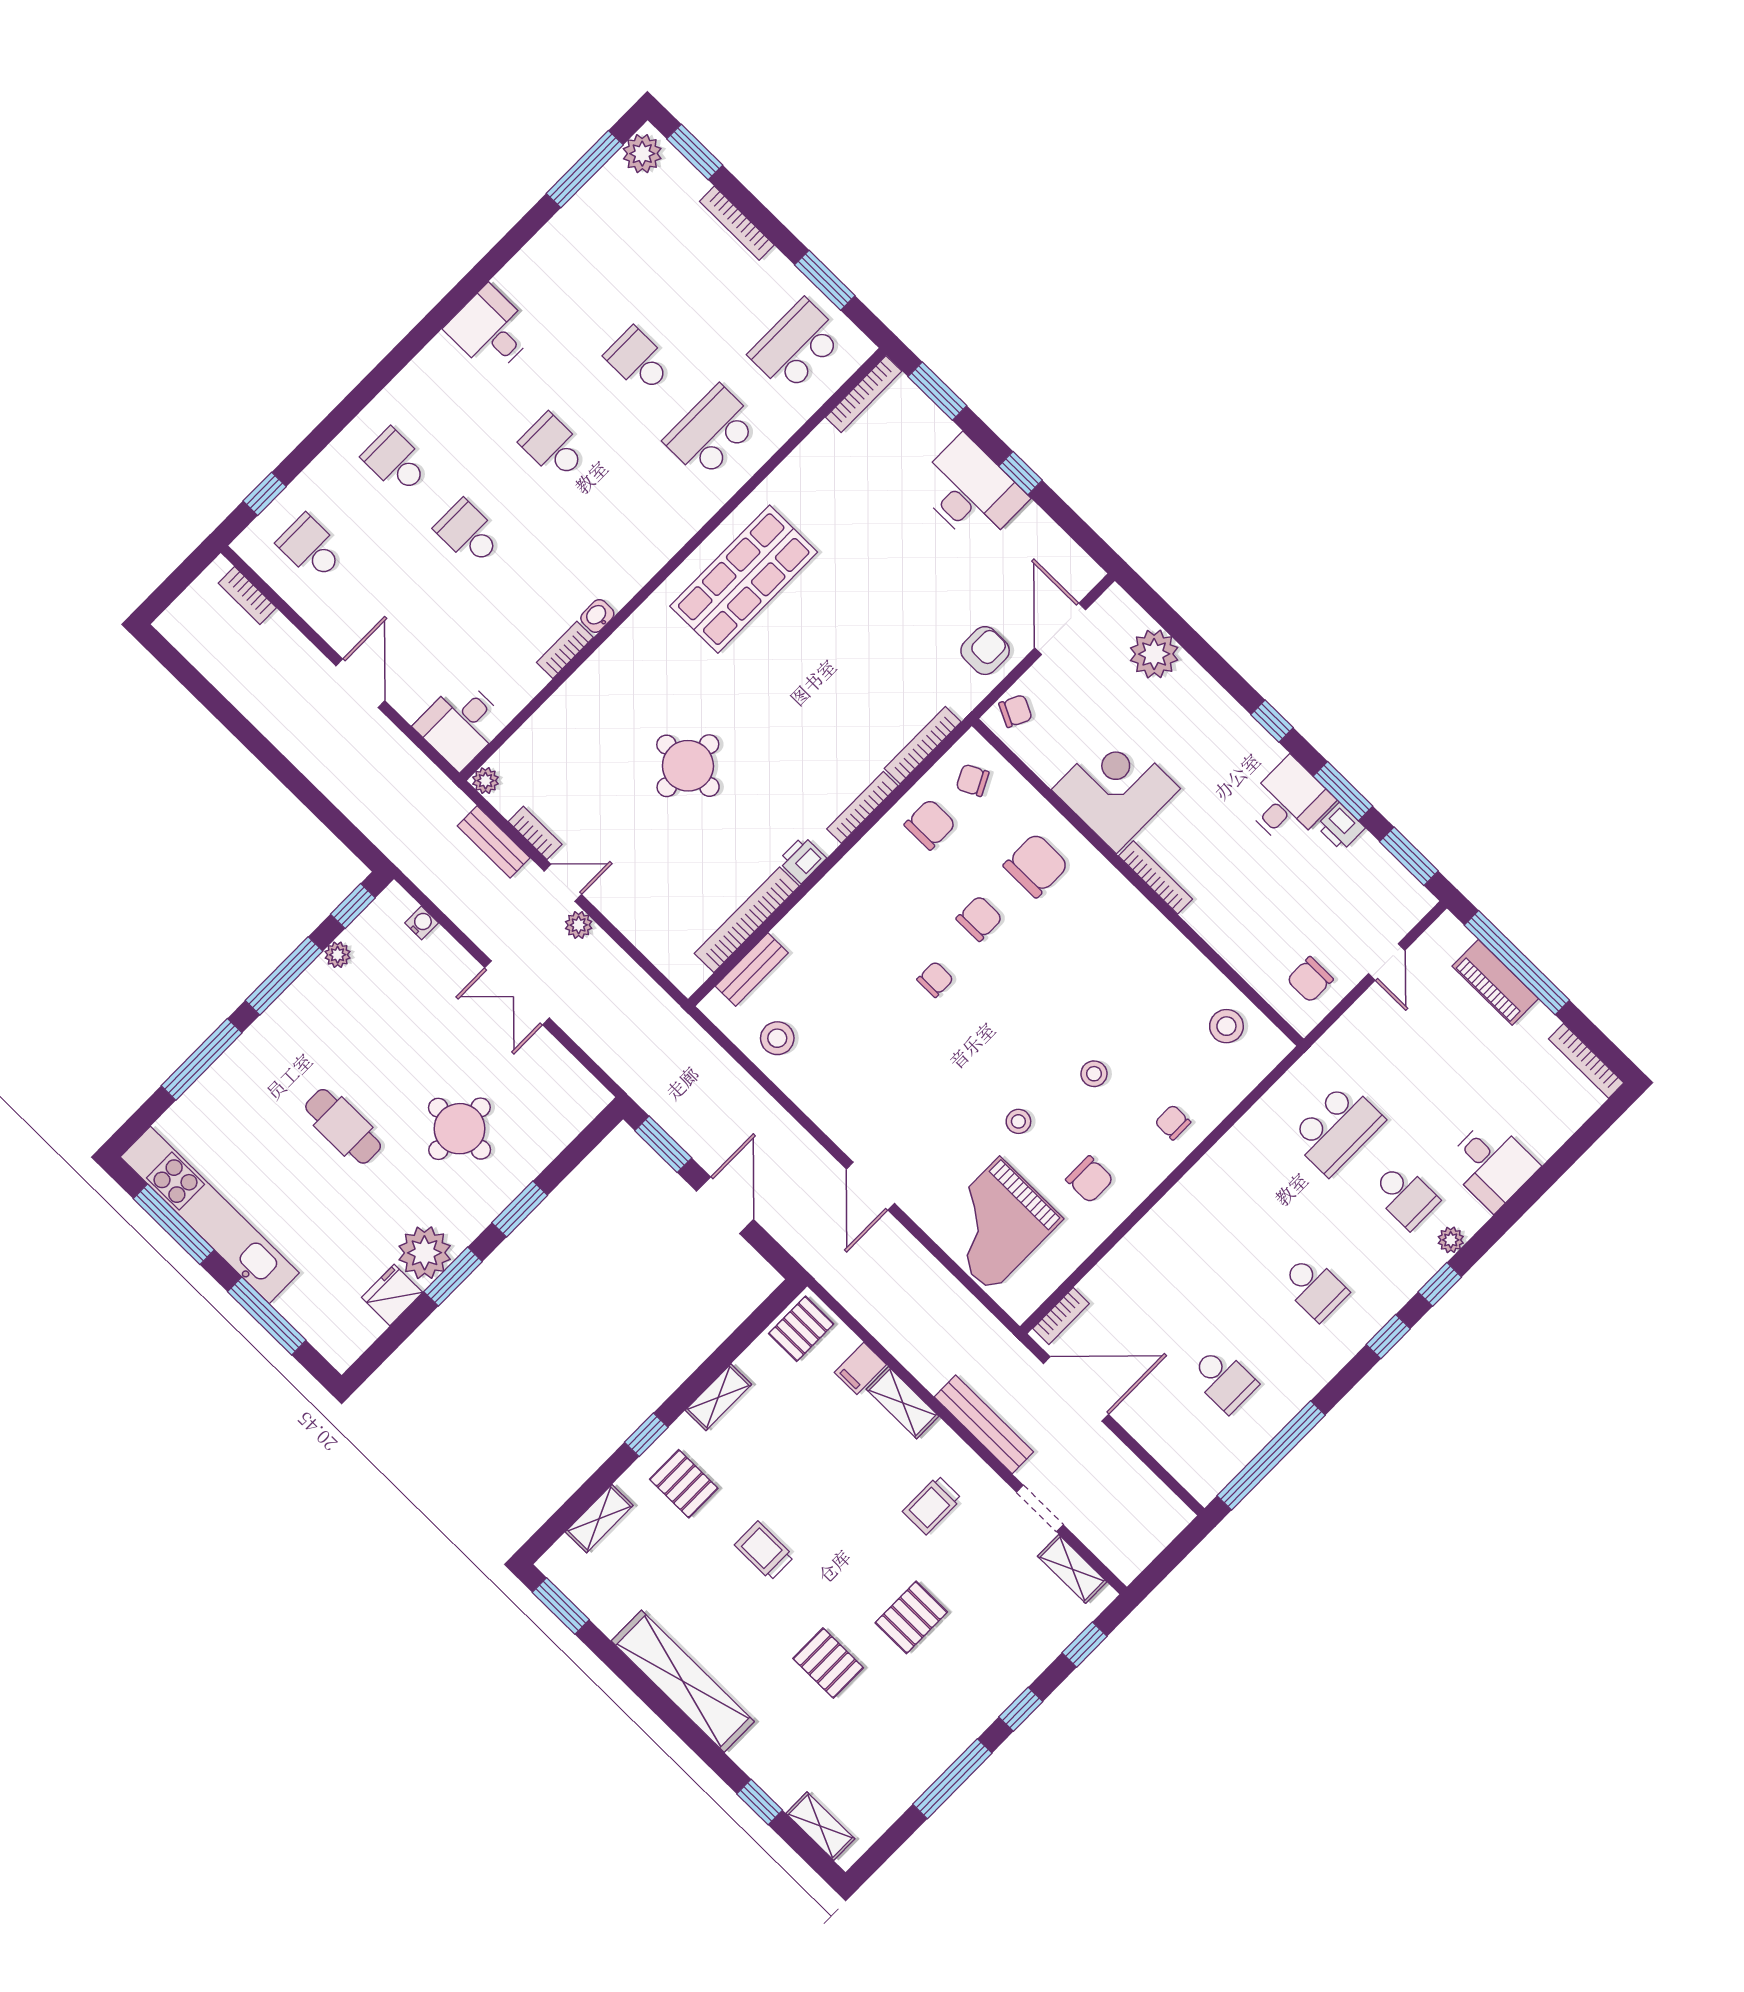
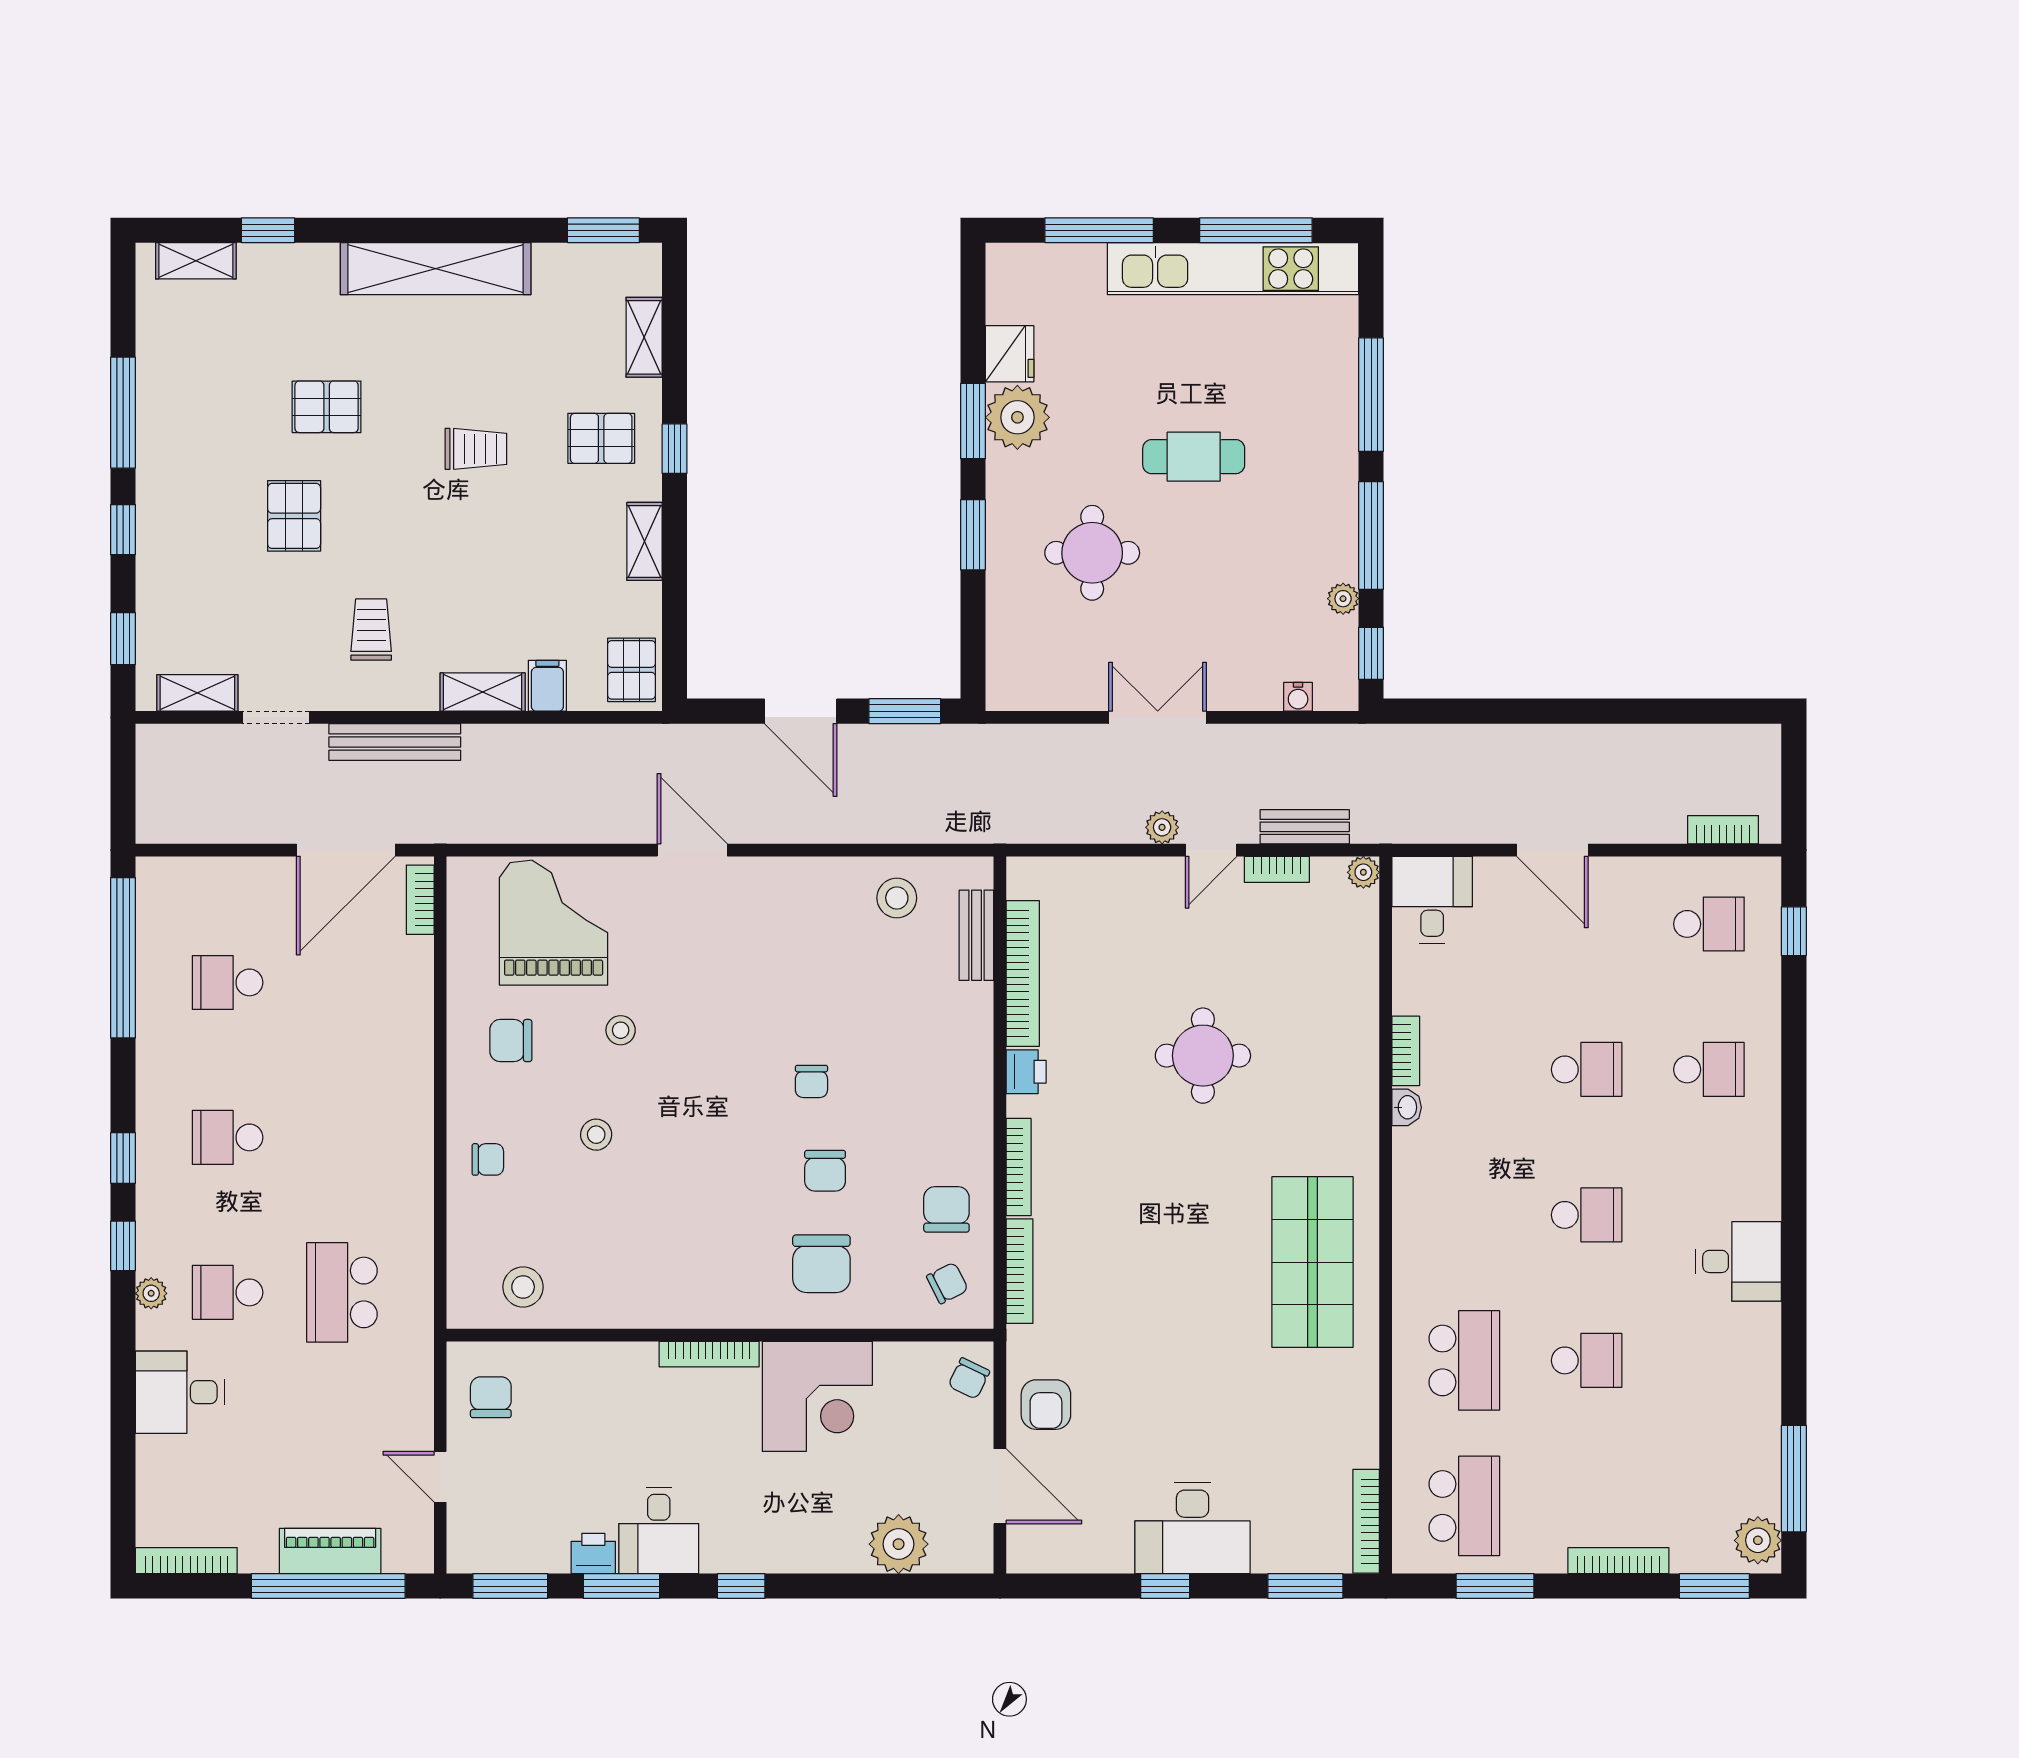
chair: (930, 824) -> (946, 1209), turned 180

